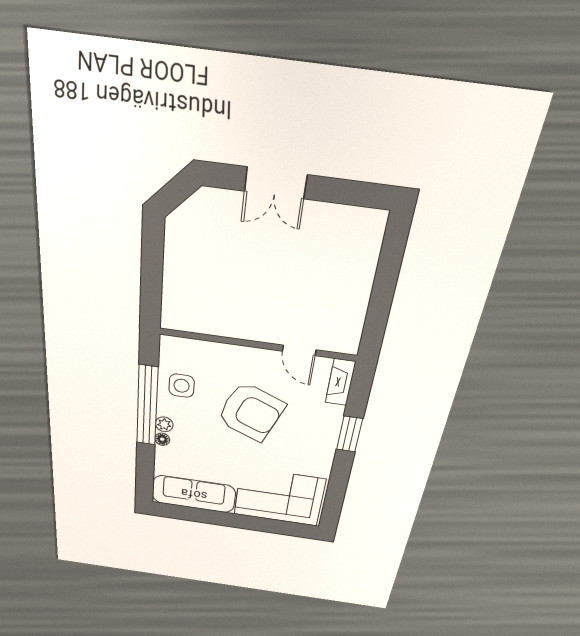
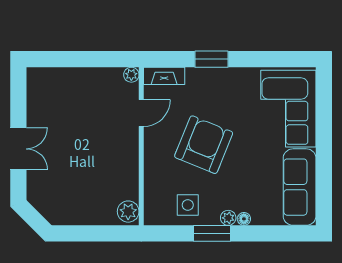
plant: (178, 318) -> (128, 212), added
plant: (350, 346) -> (131, 75), added
window: (147, 406) -> (212, 233), width x0.47

